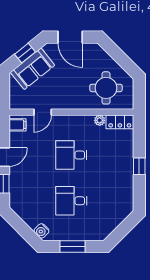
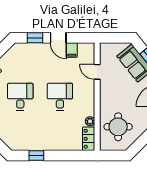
filing cabinet: (18, 125) -> (72, 50), moved
window: (139, 166) -> (36, 156), moved

